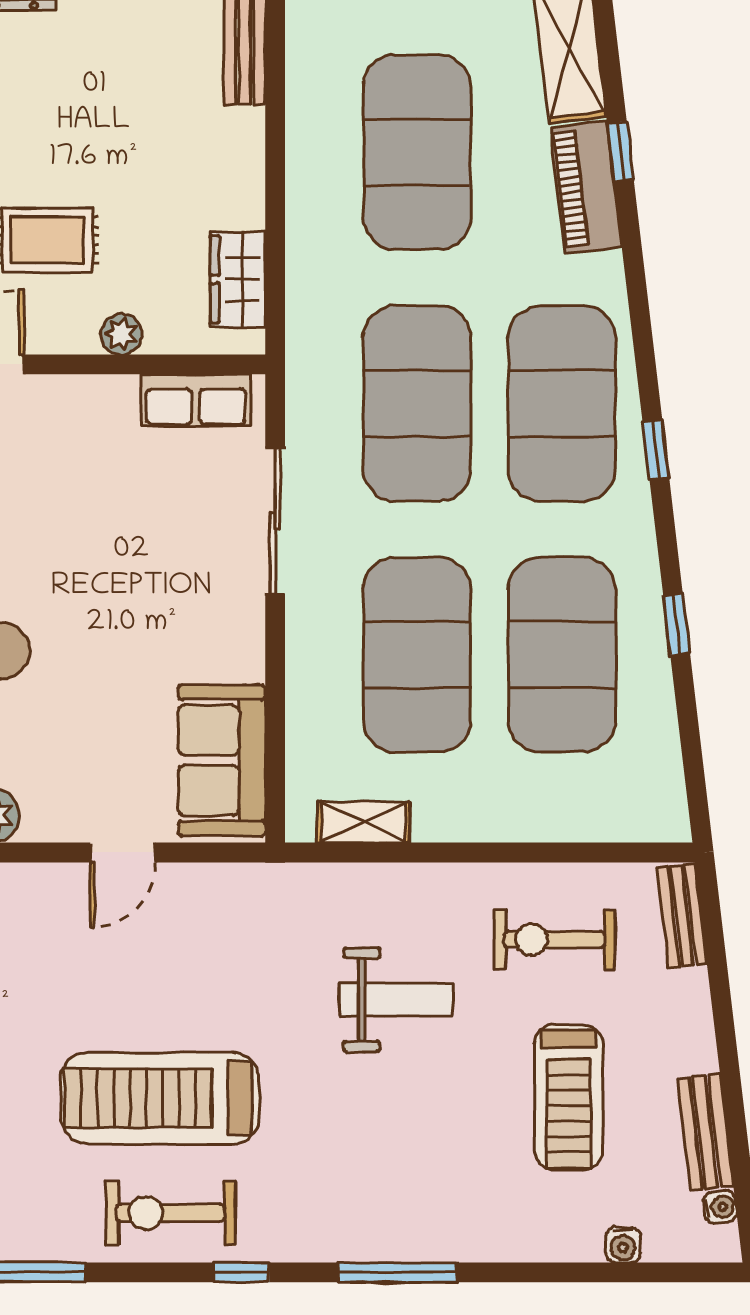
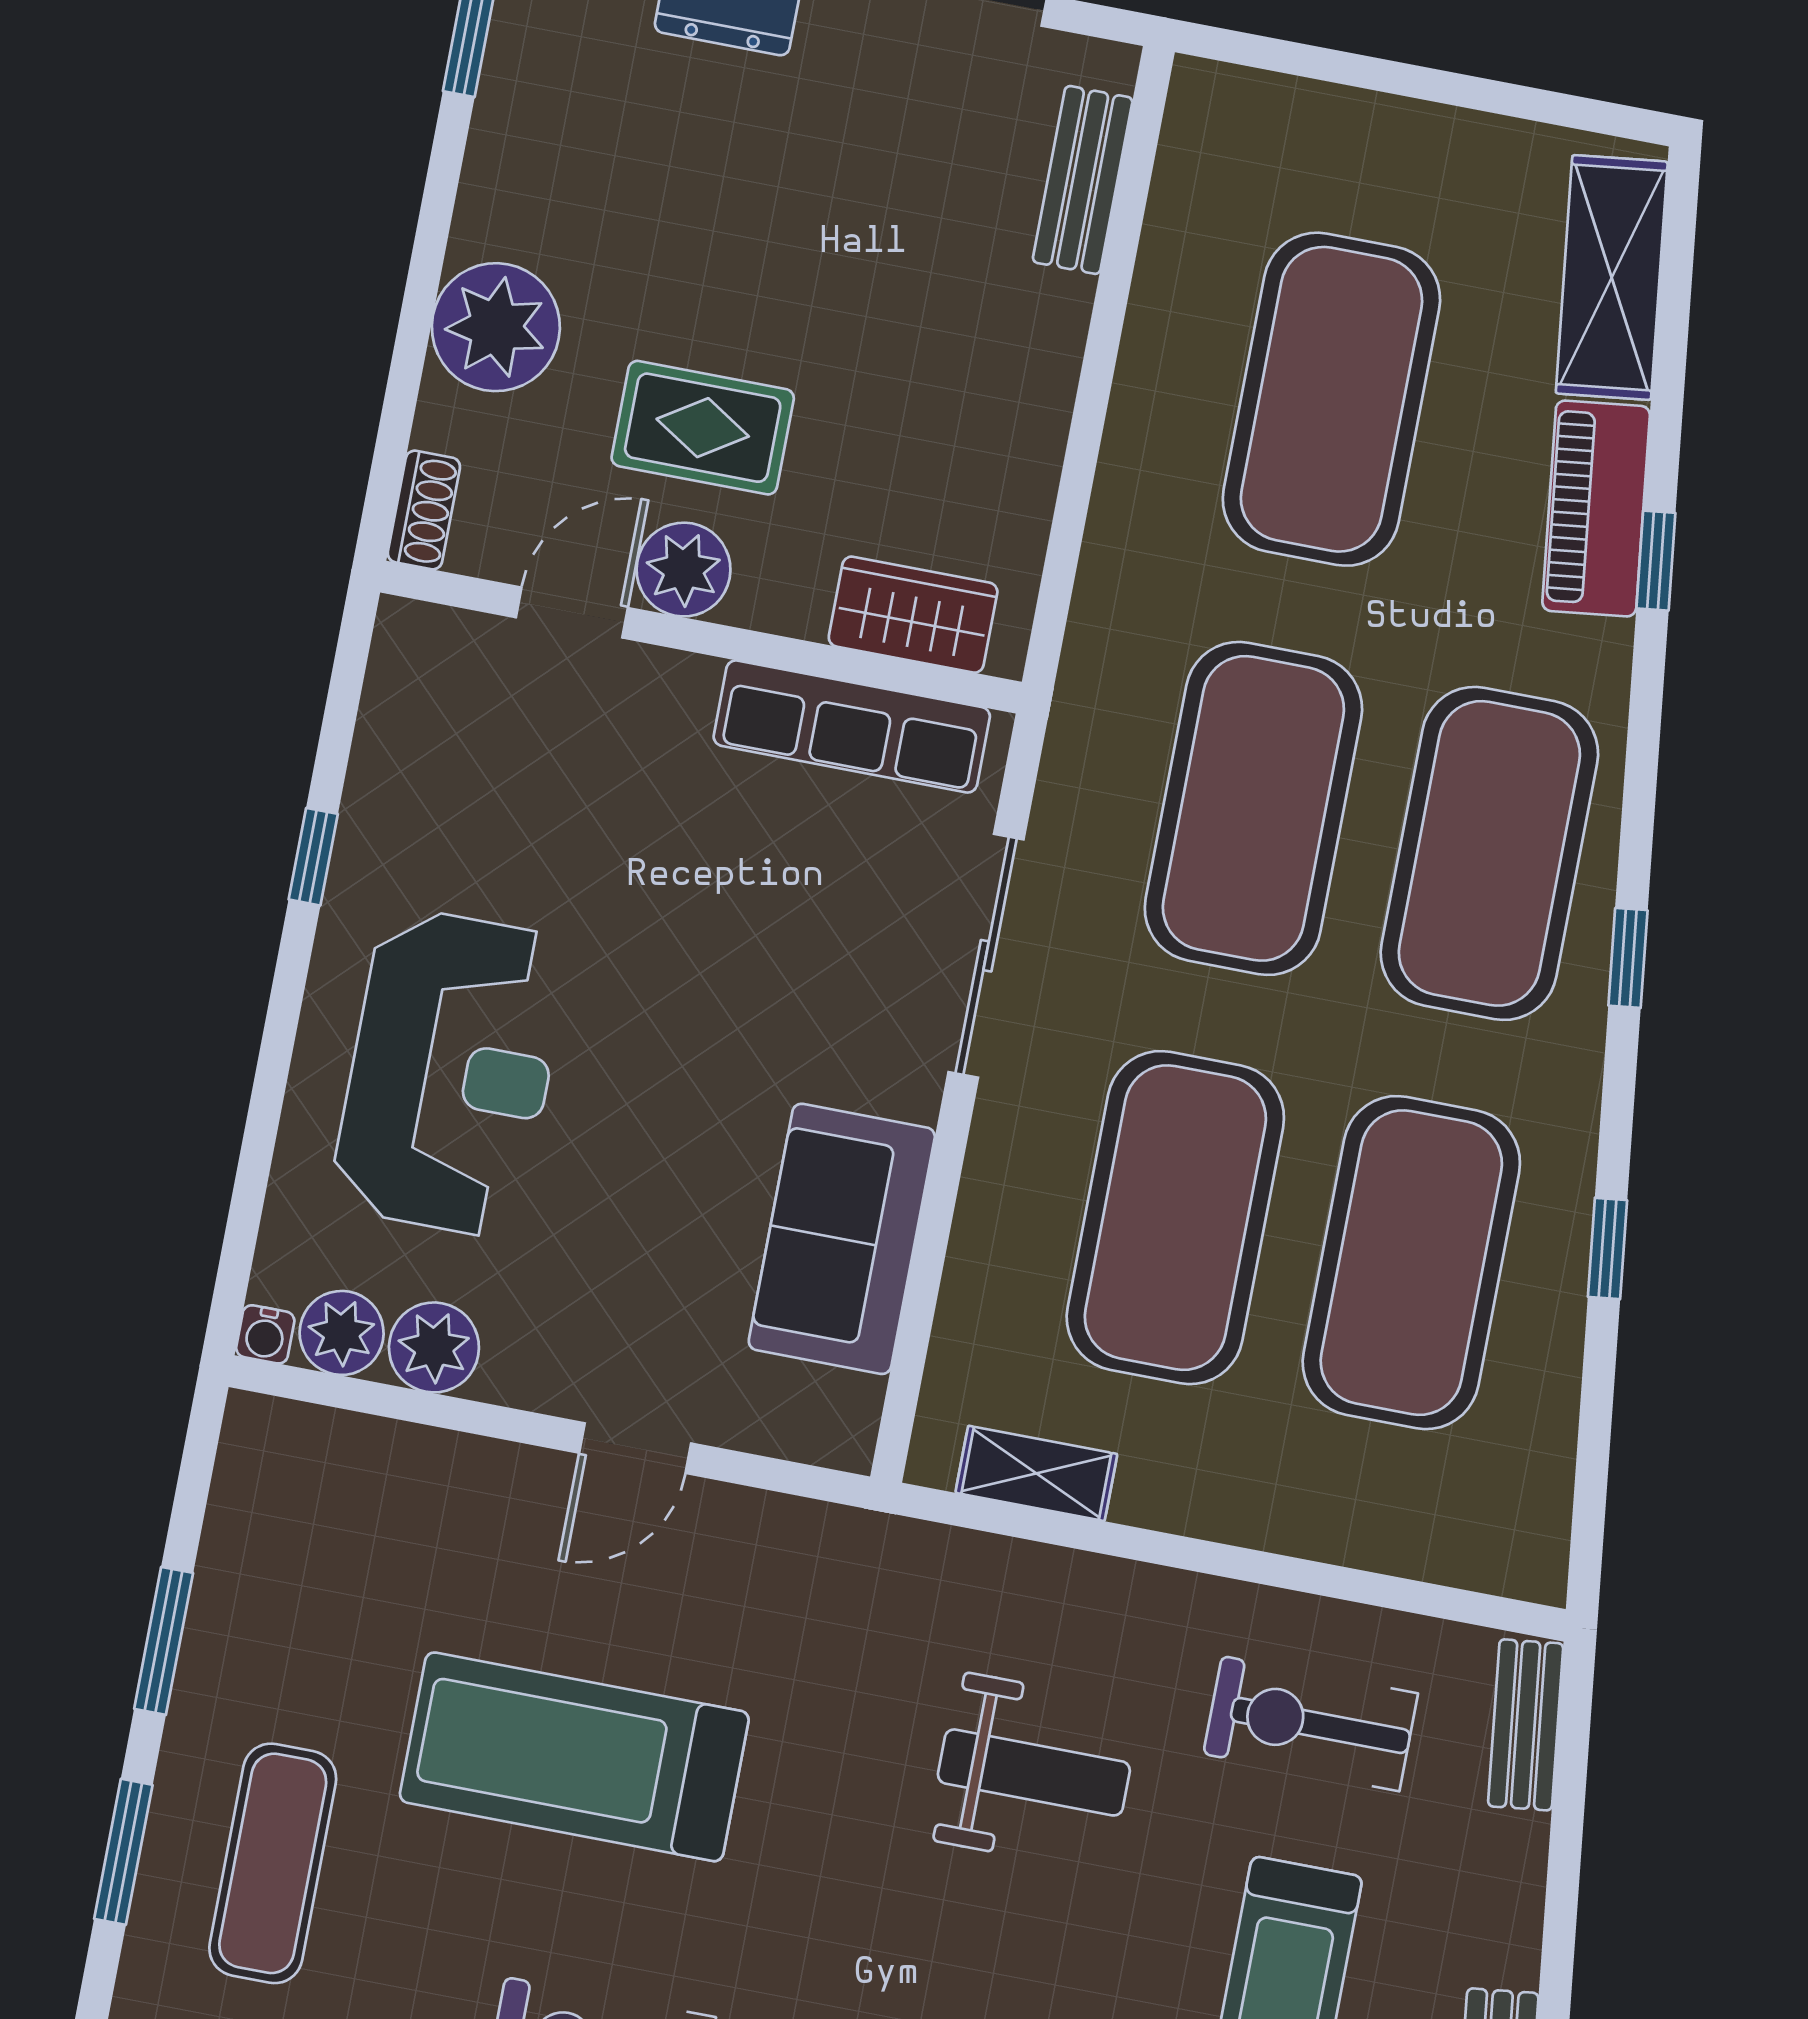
window: (620, 152) -> (1656, 561), moved
wardrobe: (238, 279) -> (913, 615), moved, turned 90
plant: (121, 334) -> (684, 570), moved, width x1.38, depth x1.38
row of seats: (196, 400) -> (852, 726), width x1.48
sofa: (222, 760) -> (842, 1239), moved
treadmill: (160, 1098) -> (574, 1757), moved

